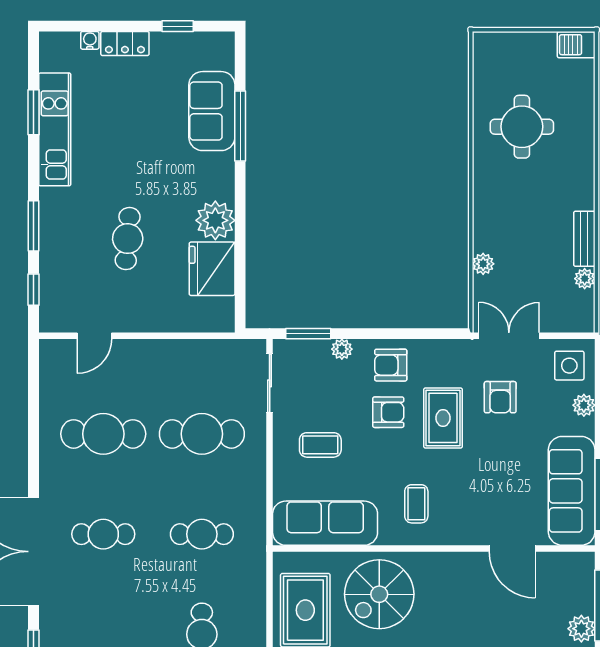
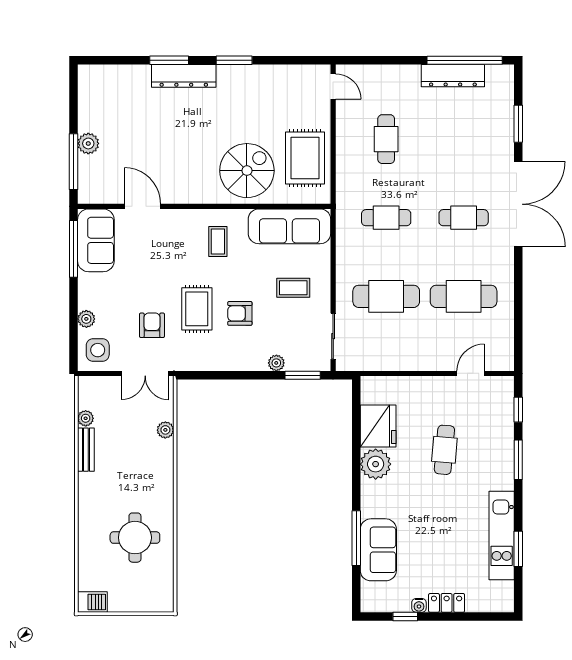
water cooler: (90, 40) -> (419, 605), moved
armchair: (391, 365) -> (238, 350), removed
sofa: (572, 491) -> (96, 240), width x0.73

